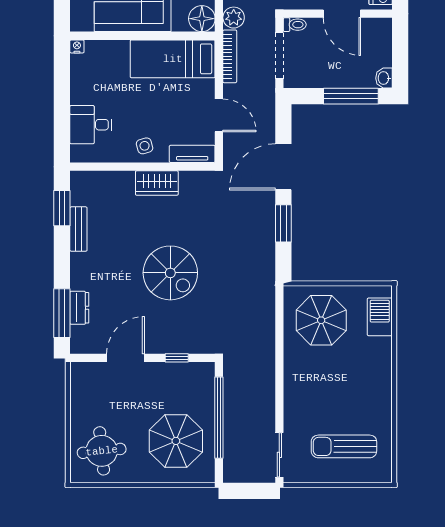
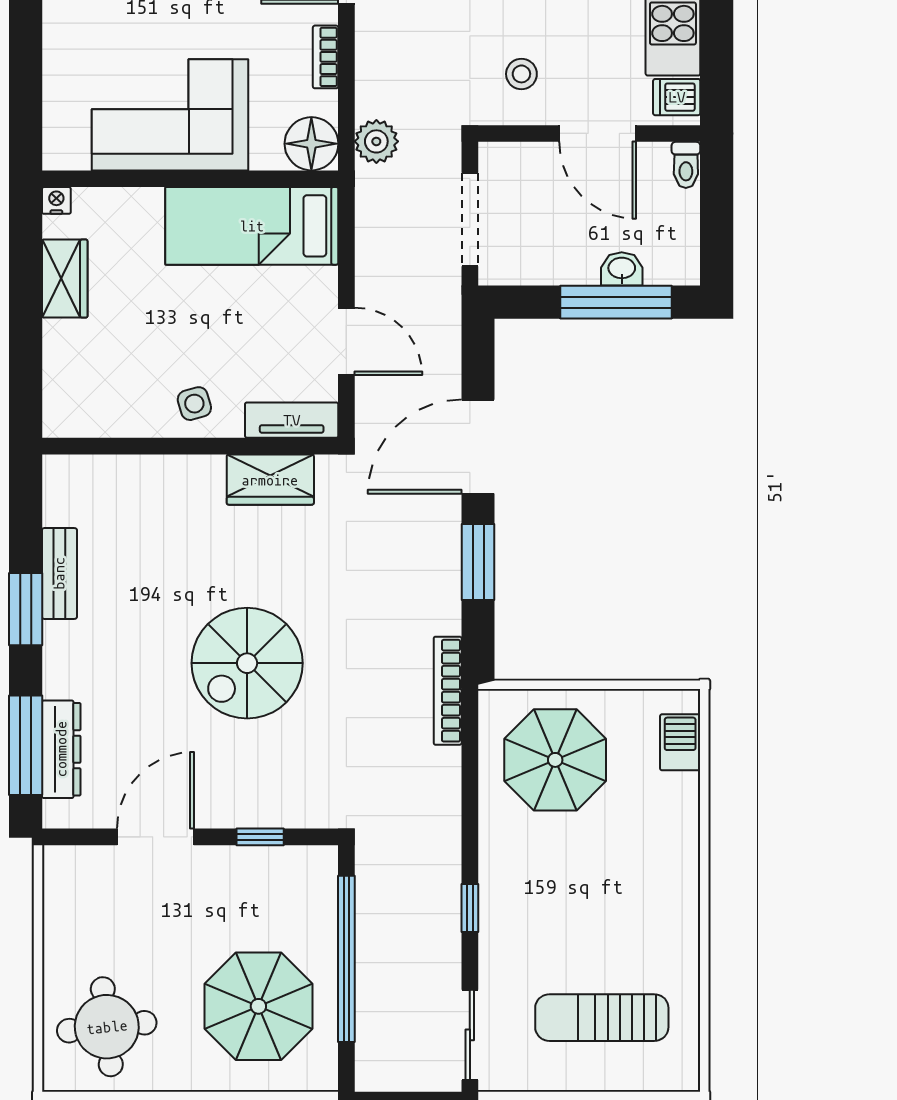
toilet: (295, 25) -> (686, 165), moved, turned 90
bookcase: (230, 56) -> (448, 691), moved, turned 180
washbasin: (384, 78) -> (622, 269), moved, turned 90
wardrobe: (81, 85) -> (65, 279), added
desk: (91, 125) -> (84, 360), removed
wardrobe: (157, 183) -> (270, 480), moved
window: (62, 208) -> (26, 609), moved
spiral stairs: (170, 273) -> (247, 663), turned 90
dresser: (79, 308) -> (61, 749), width x1.44
barbecue: (380, 317) -> (680, 742), width x0.73, depth x0.79
window: (279, 393) -> (470, 908), added

